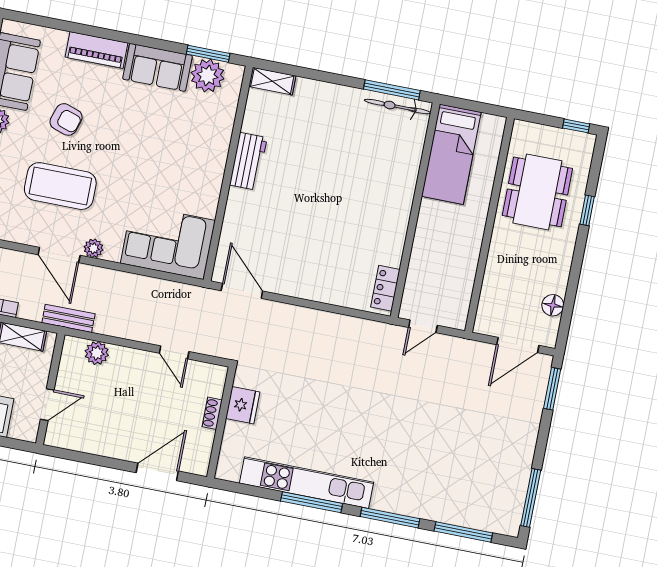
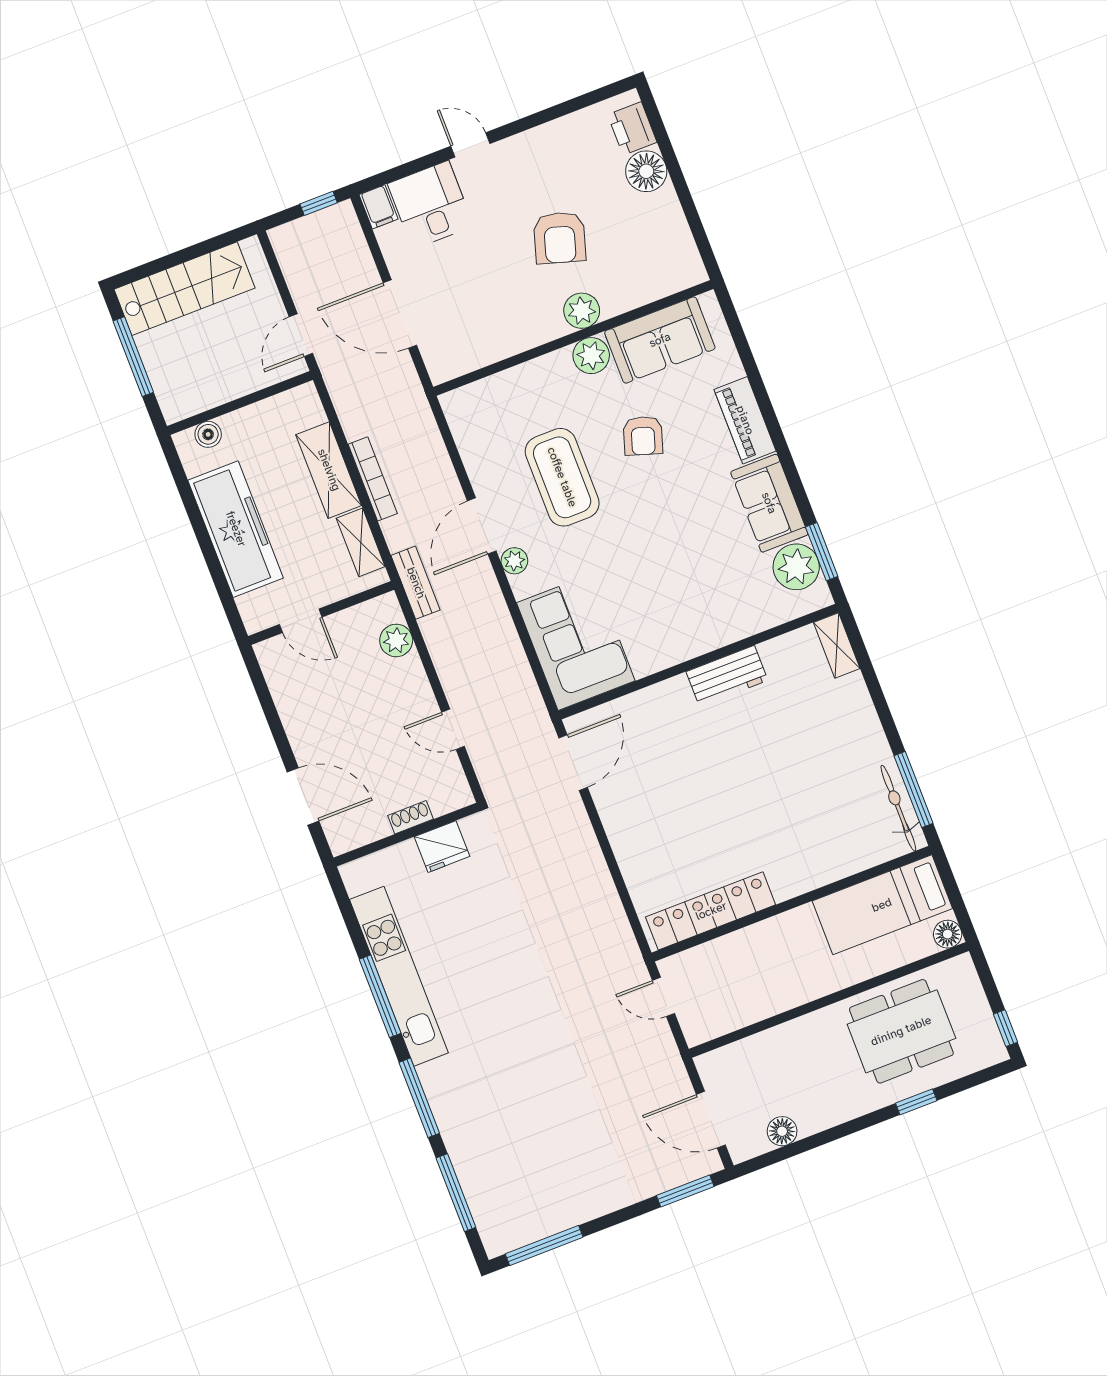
floor lamp: (495, 125) -> (948, 934), added
locker: (385, 288) -> (711, 911), width x2.16, depth x1.21
door: (174, 352) -> (453, 729), hinge flipped

